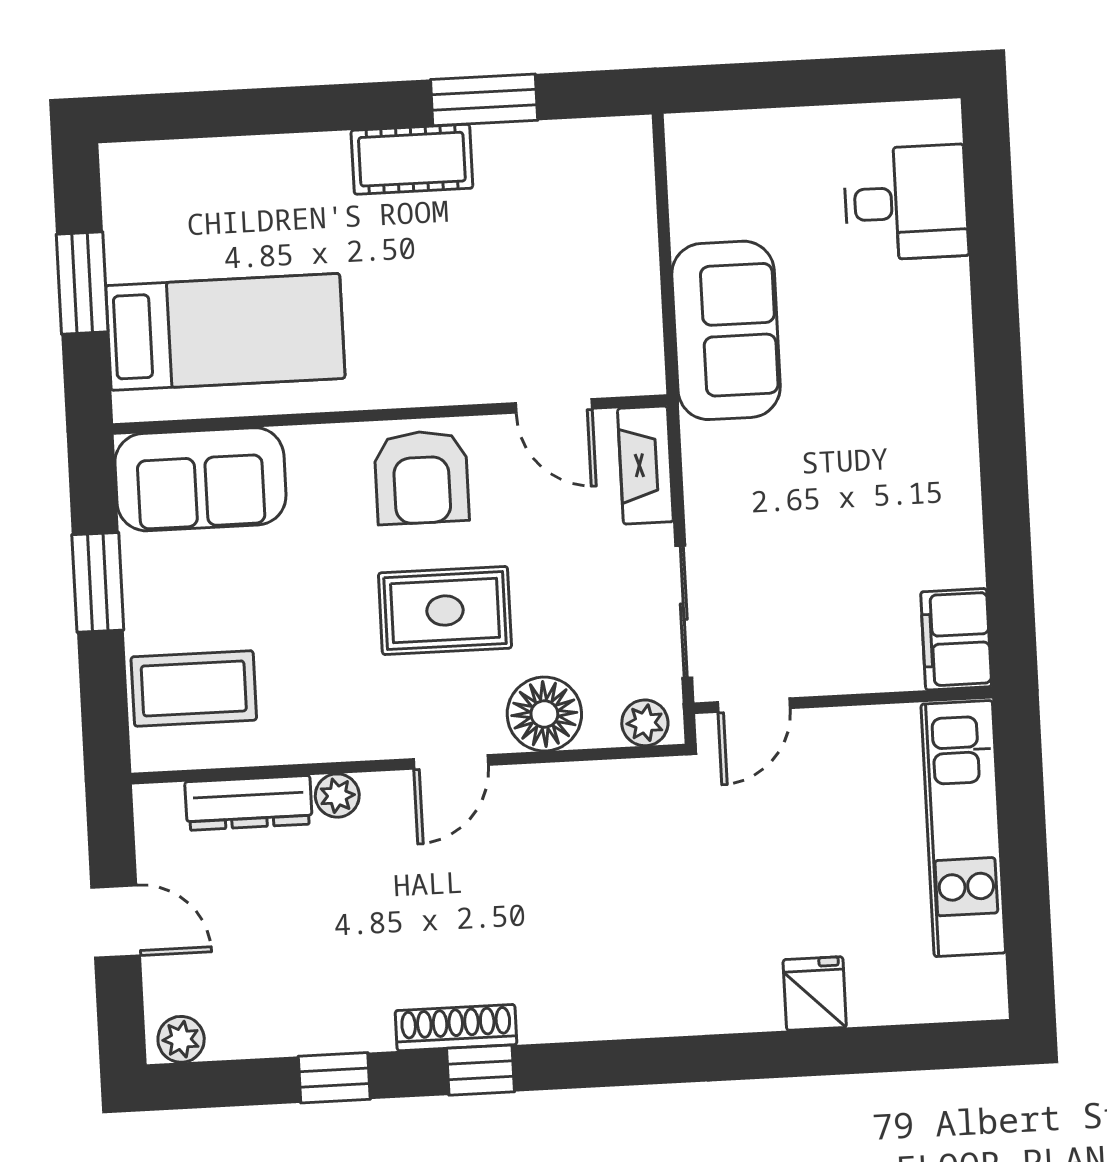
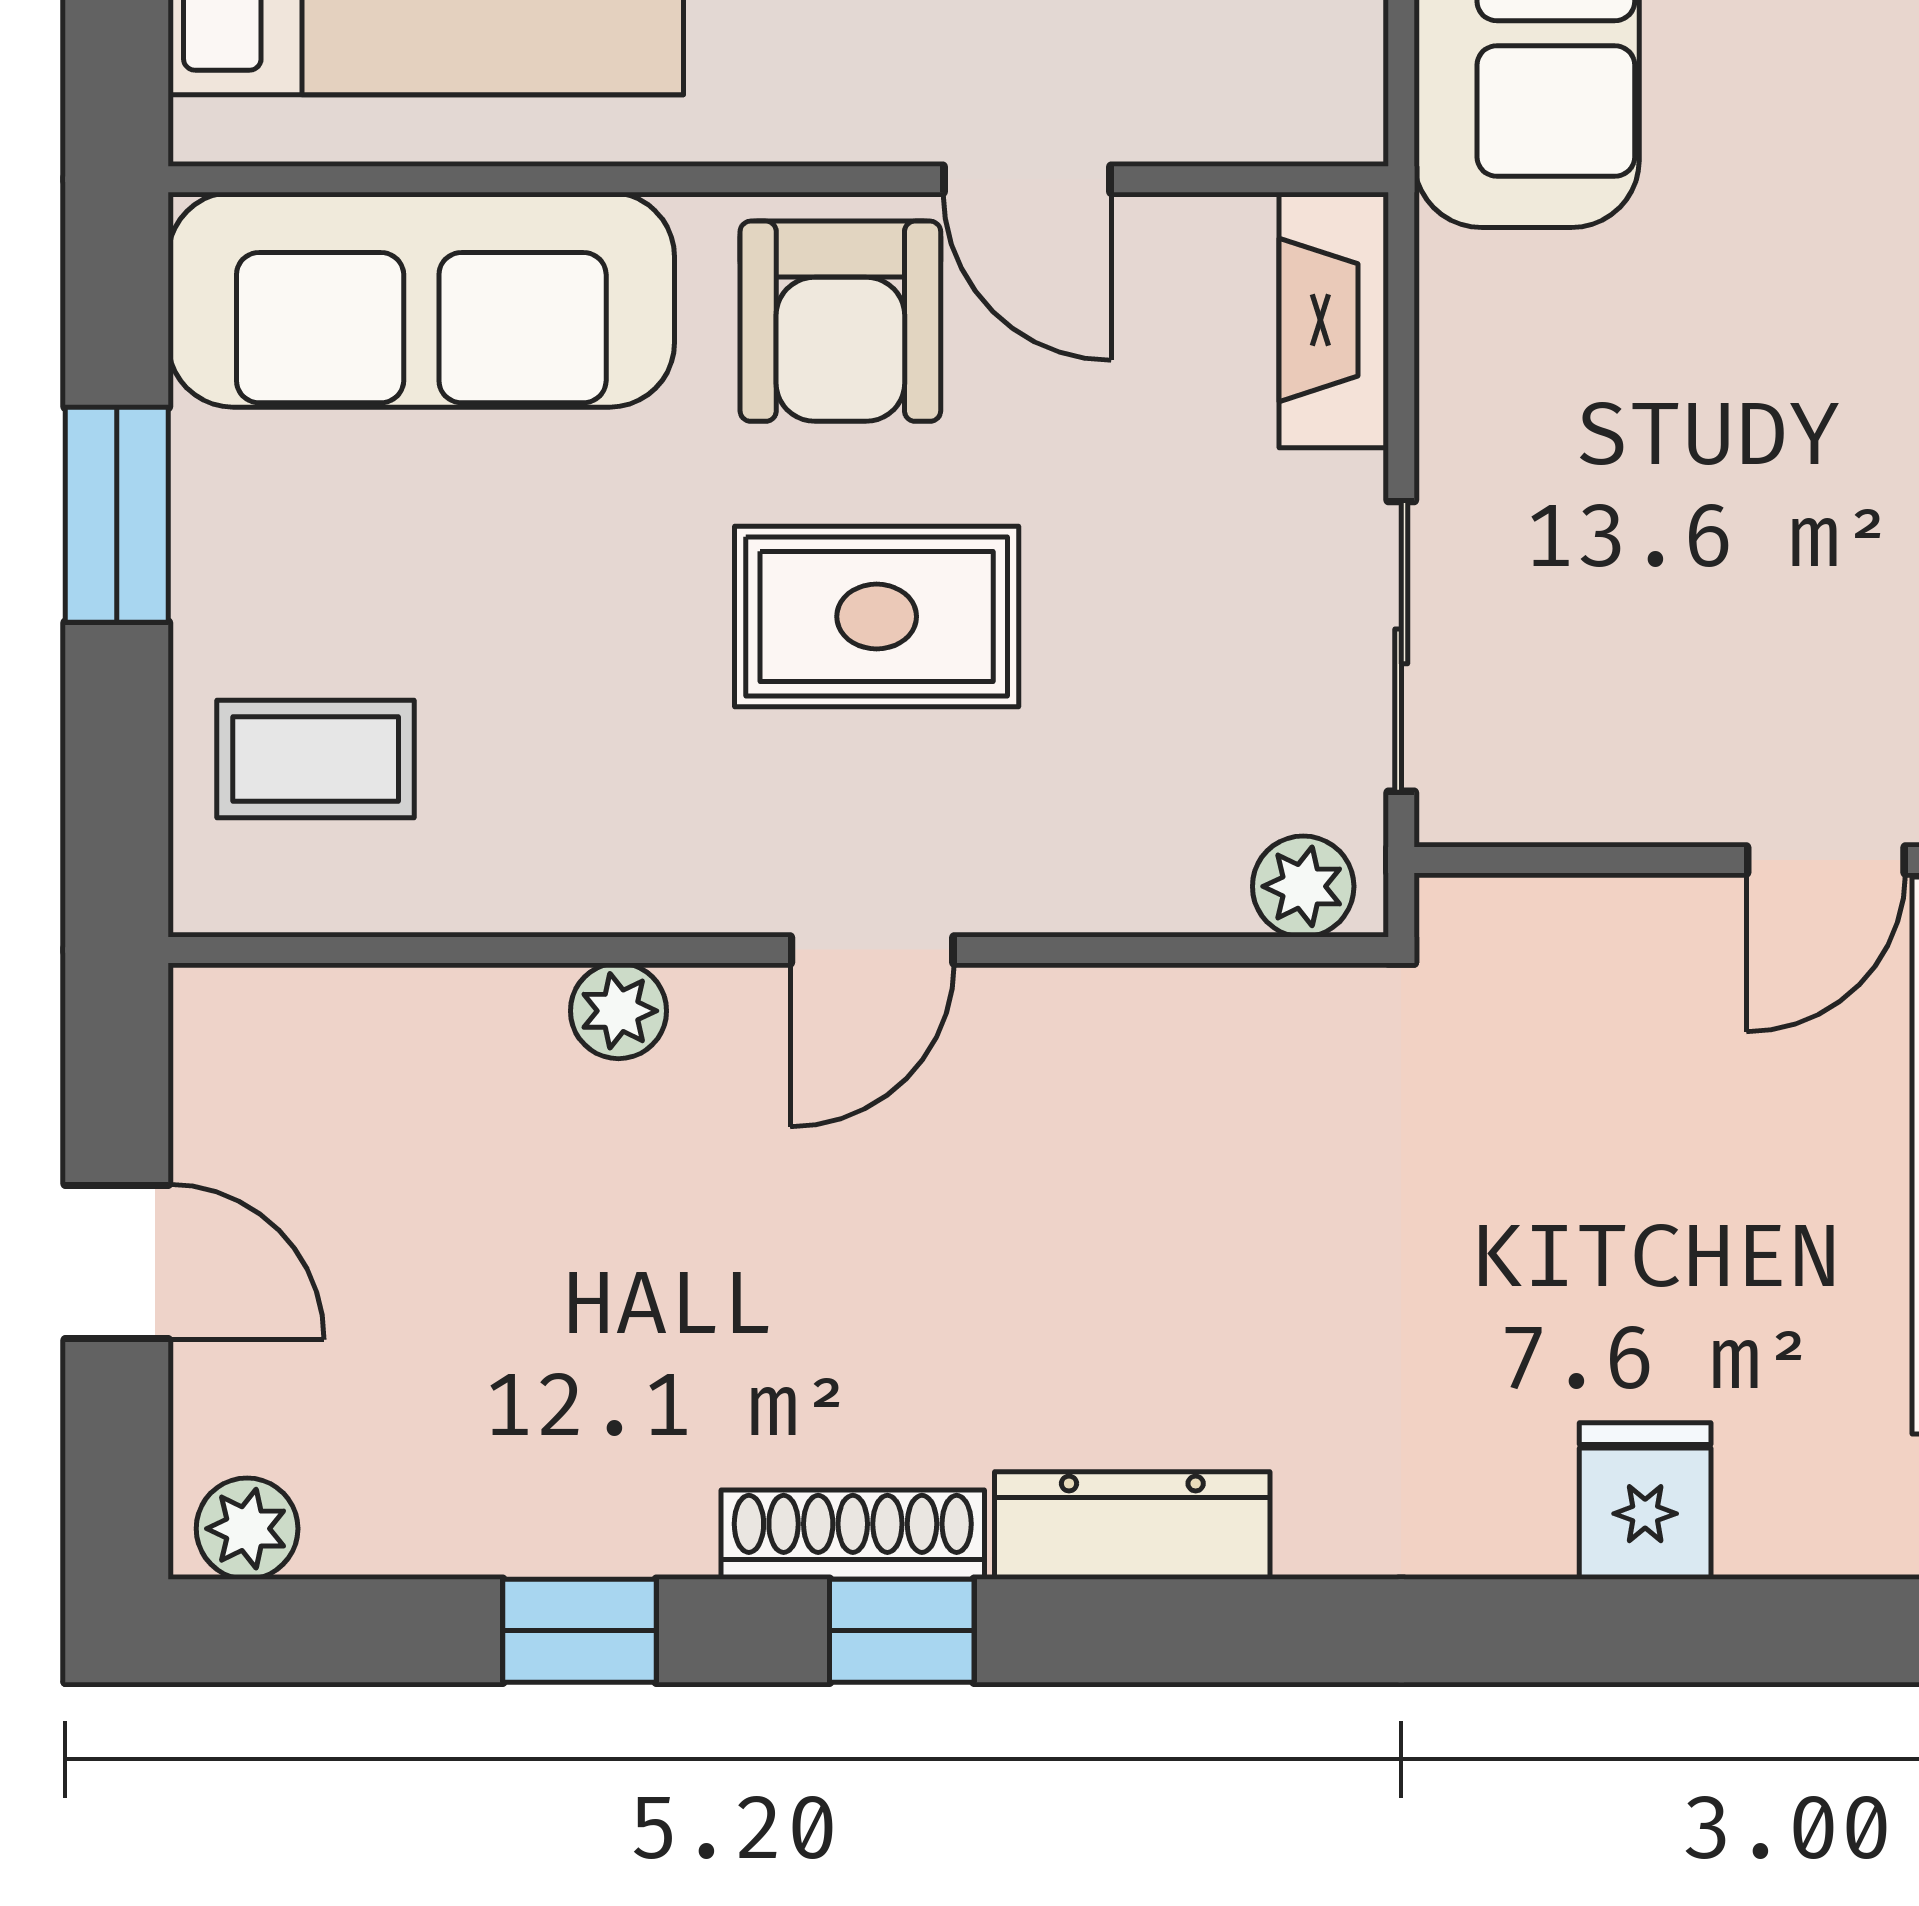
door: (554, 406) -> (1027, 179), moved
sofa: (200, 479) -> (421, 300), width x1.36
coffee table: (194, 688) -> (316, 759), width x0.73, depth x0.77
door: (754, 705) -> (1826, 860), moved
floor lamp: (544, 714) -> (1083, 855), removed
dresser: (249, 803) -> (1132, 1526), moved, turned 180

